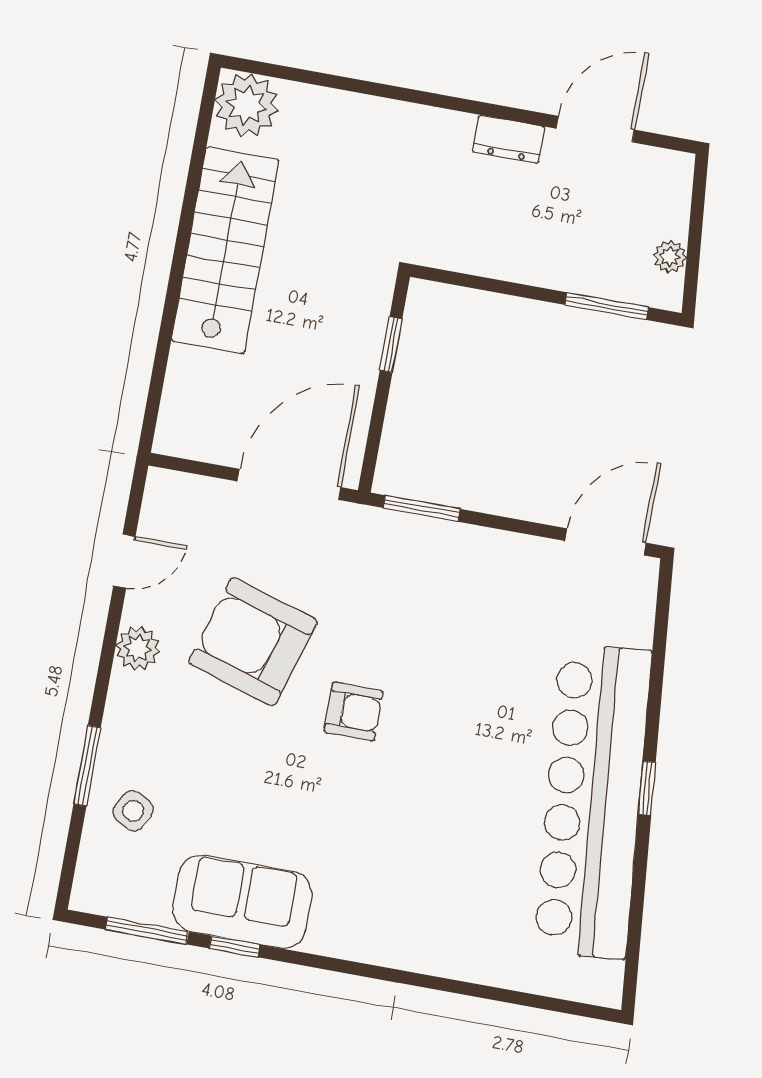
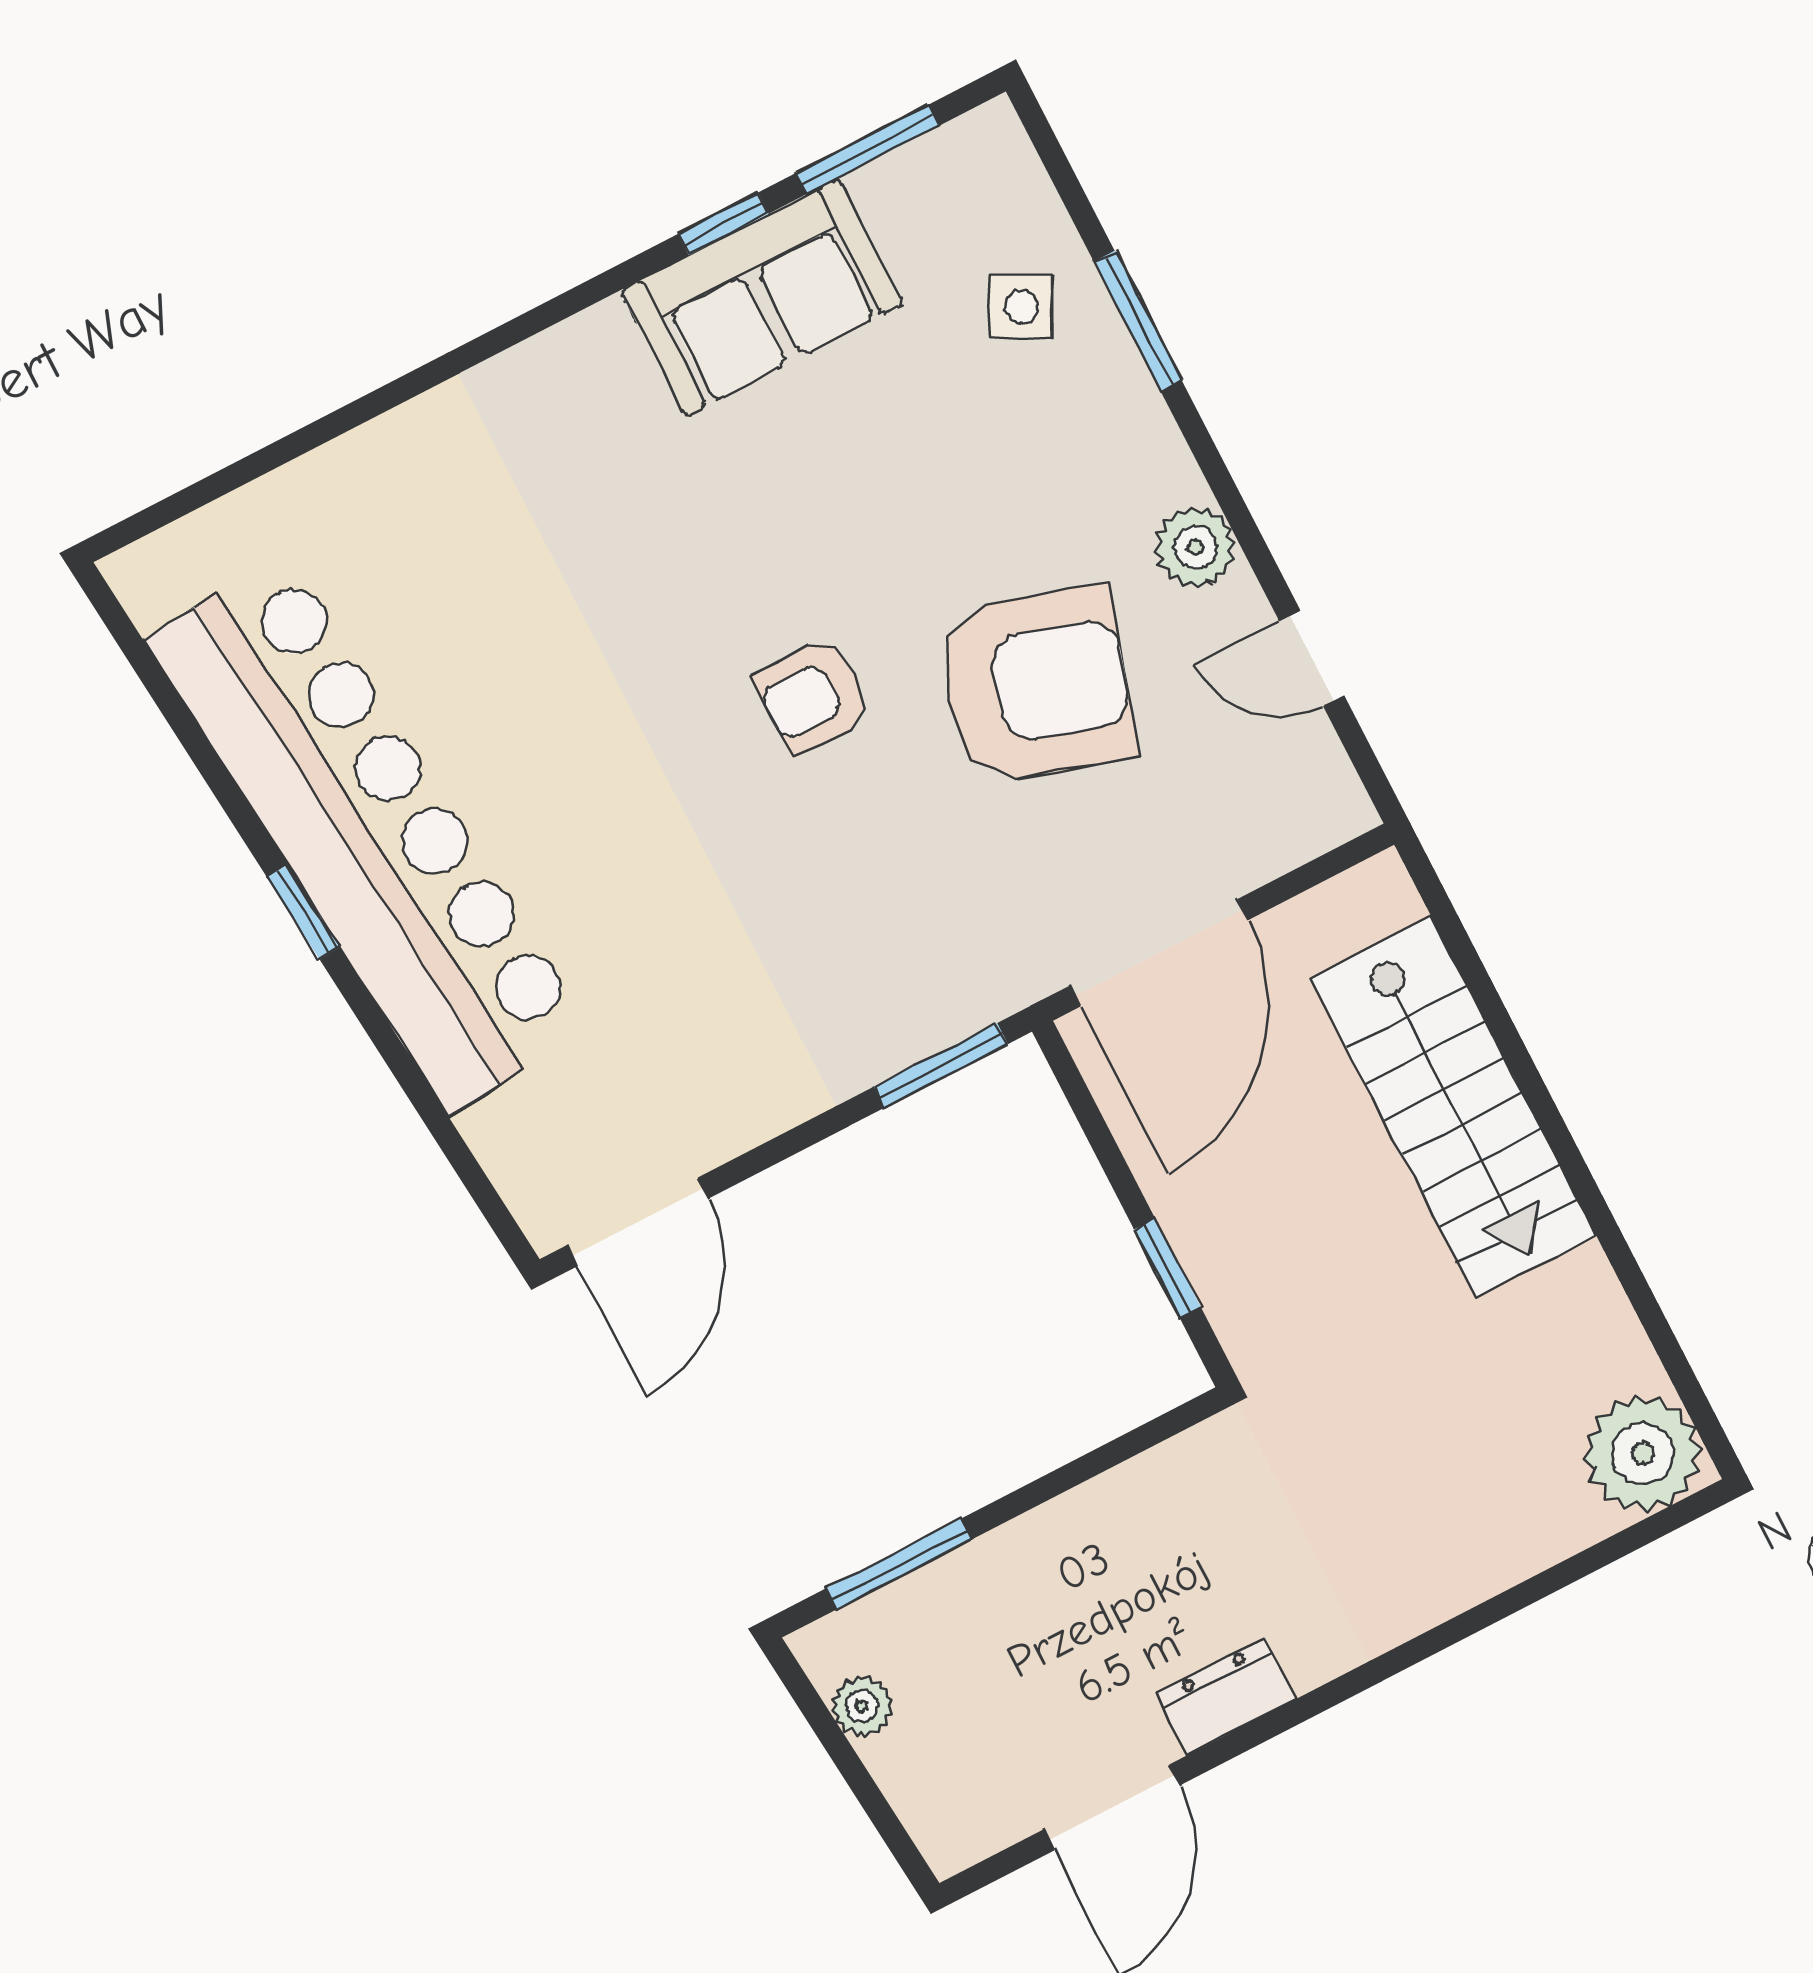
stairs: (225, 250) -> (1454, 1107), moved
door: (124, 561) -> (1312, 658), hinge flipped

